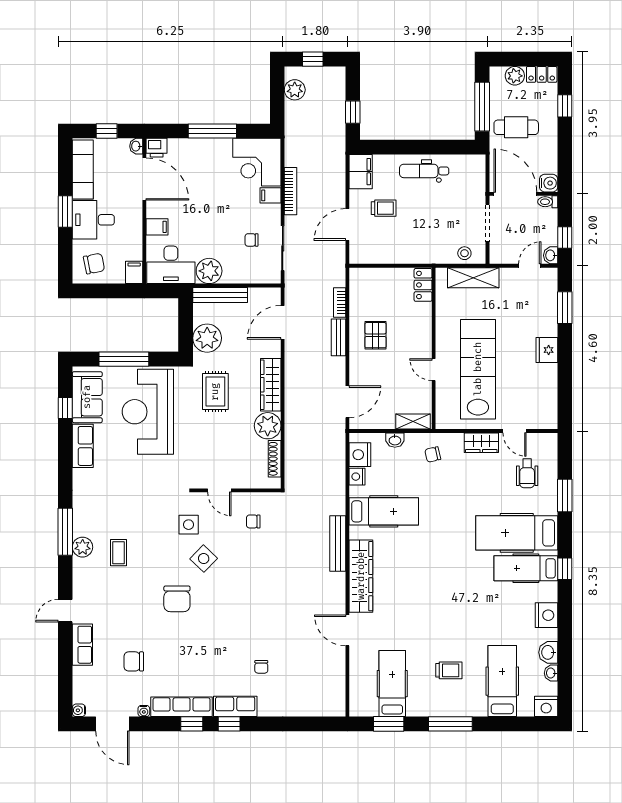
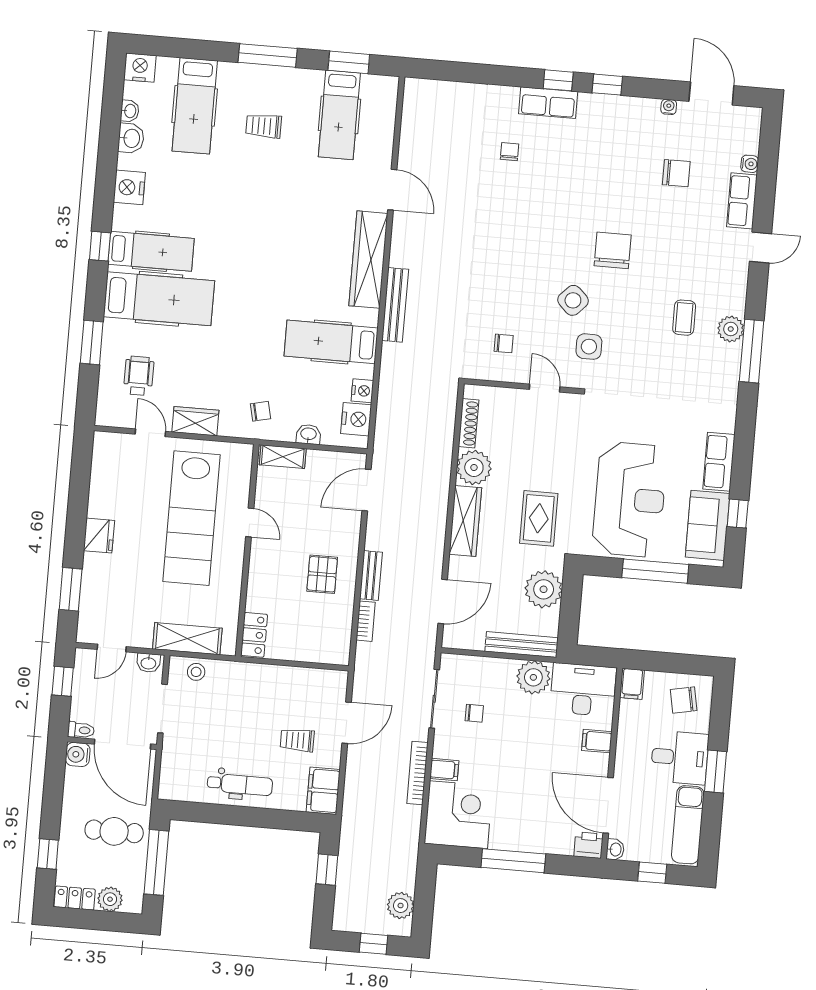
washbasin: (551, 255) -> (148, 663), moved, turned 90
row of seats: (182, 707) -> (619, 108), removed
water cooler: (79, 710) -> (750, 164), moved

